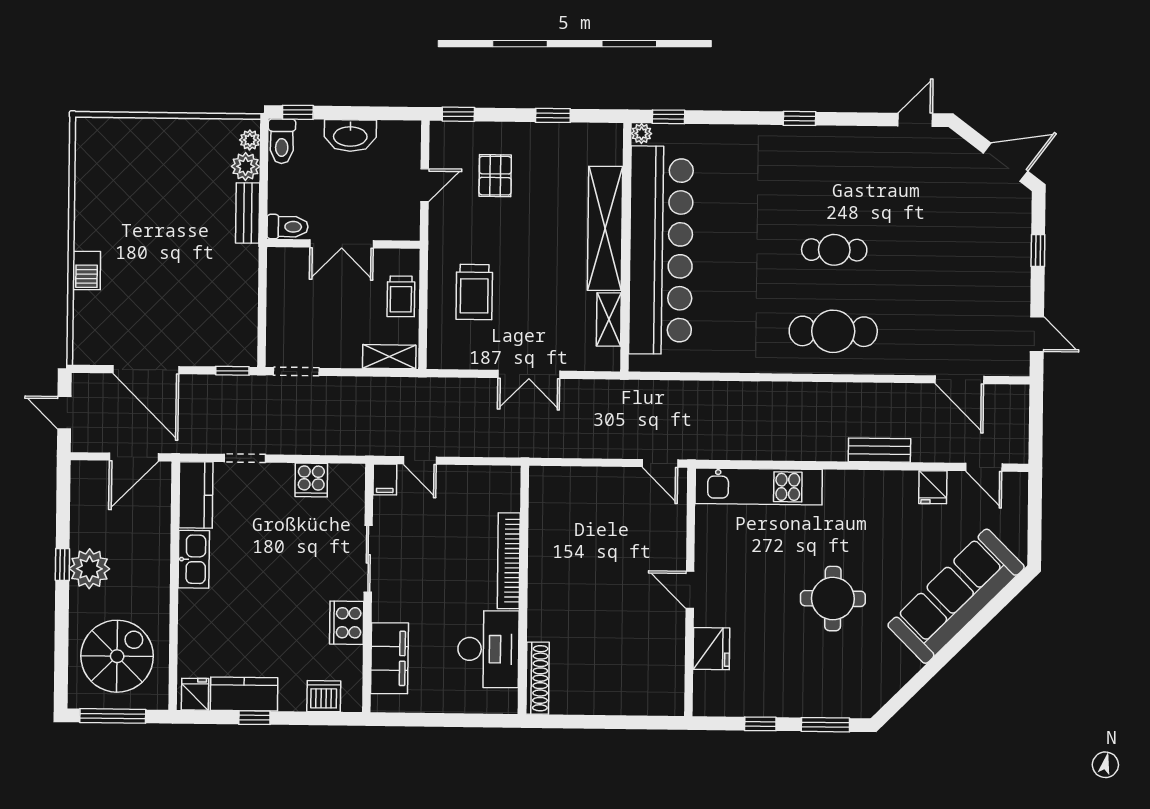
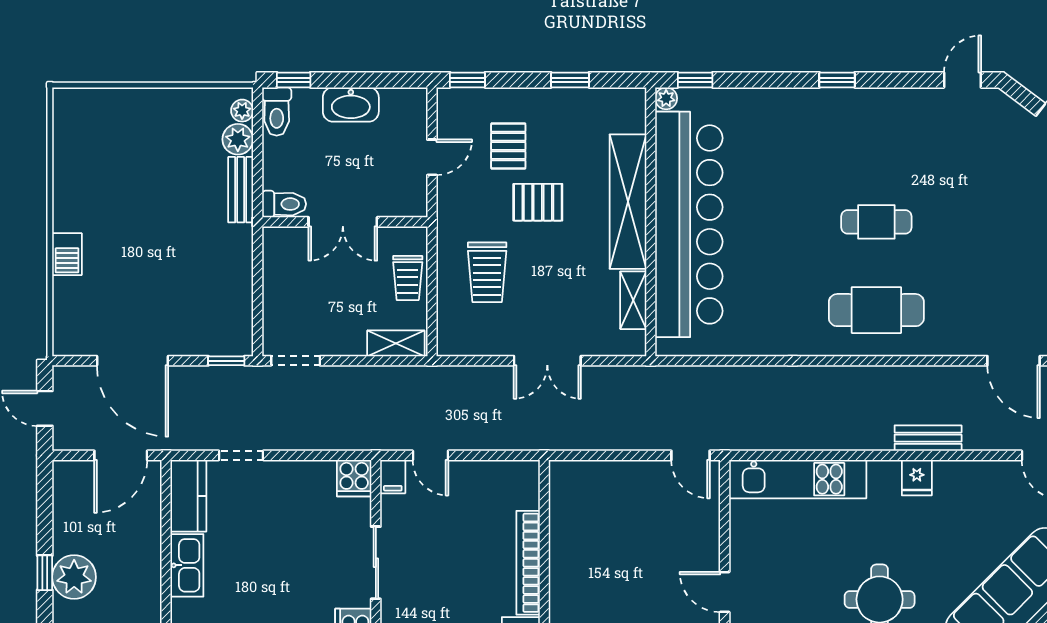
pallet: (522, 228) -> (538, 202), added
cooker: (311, 480) -> (354, 478), moved
fridge: (933, 487) -> (917, 478), moved

